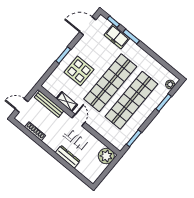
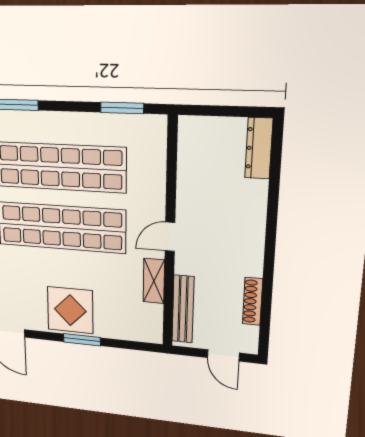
display table: (79, 71) -> (70, 310), moved
plant: (106, 156) -> (197, 135), removed
dresser: (68, 157) -> (259, 148), moved

